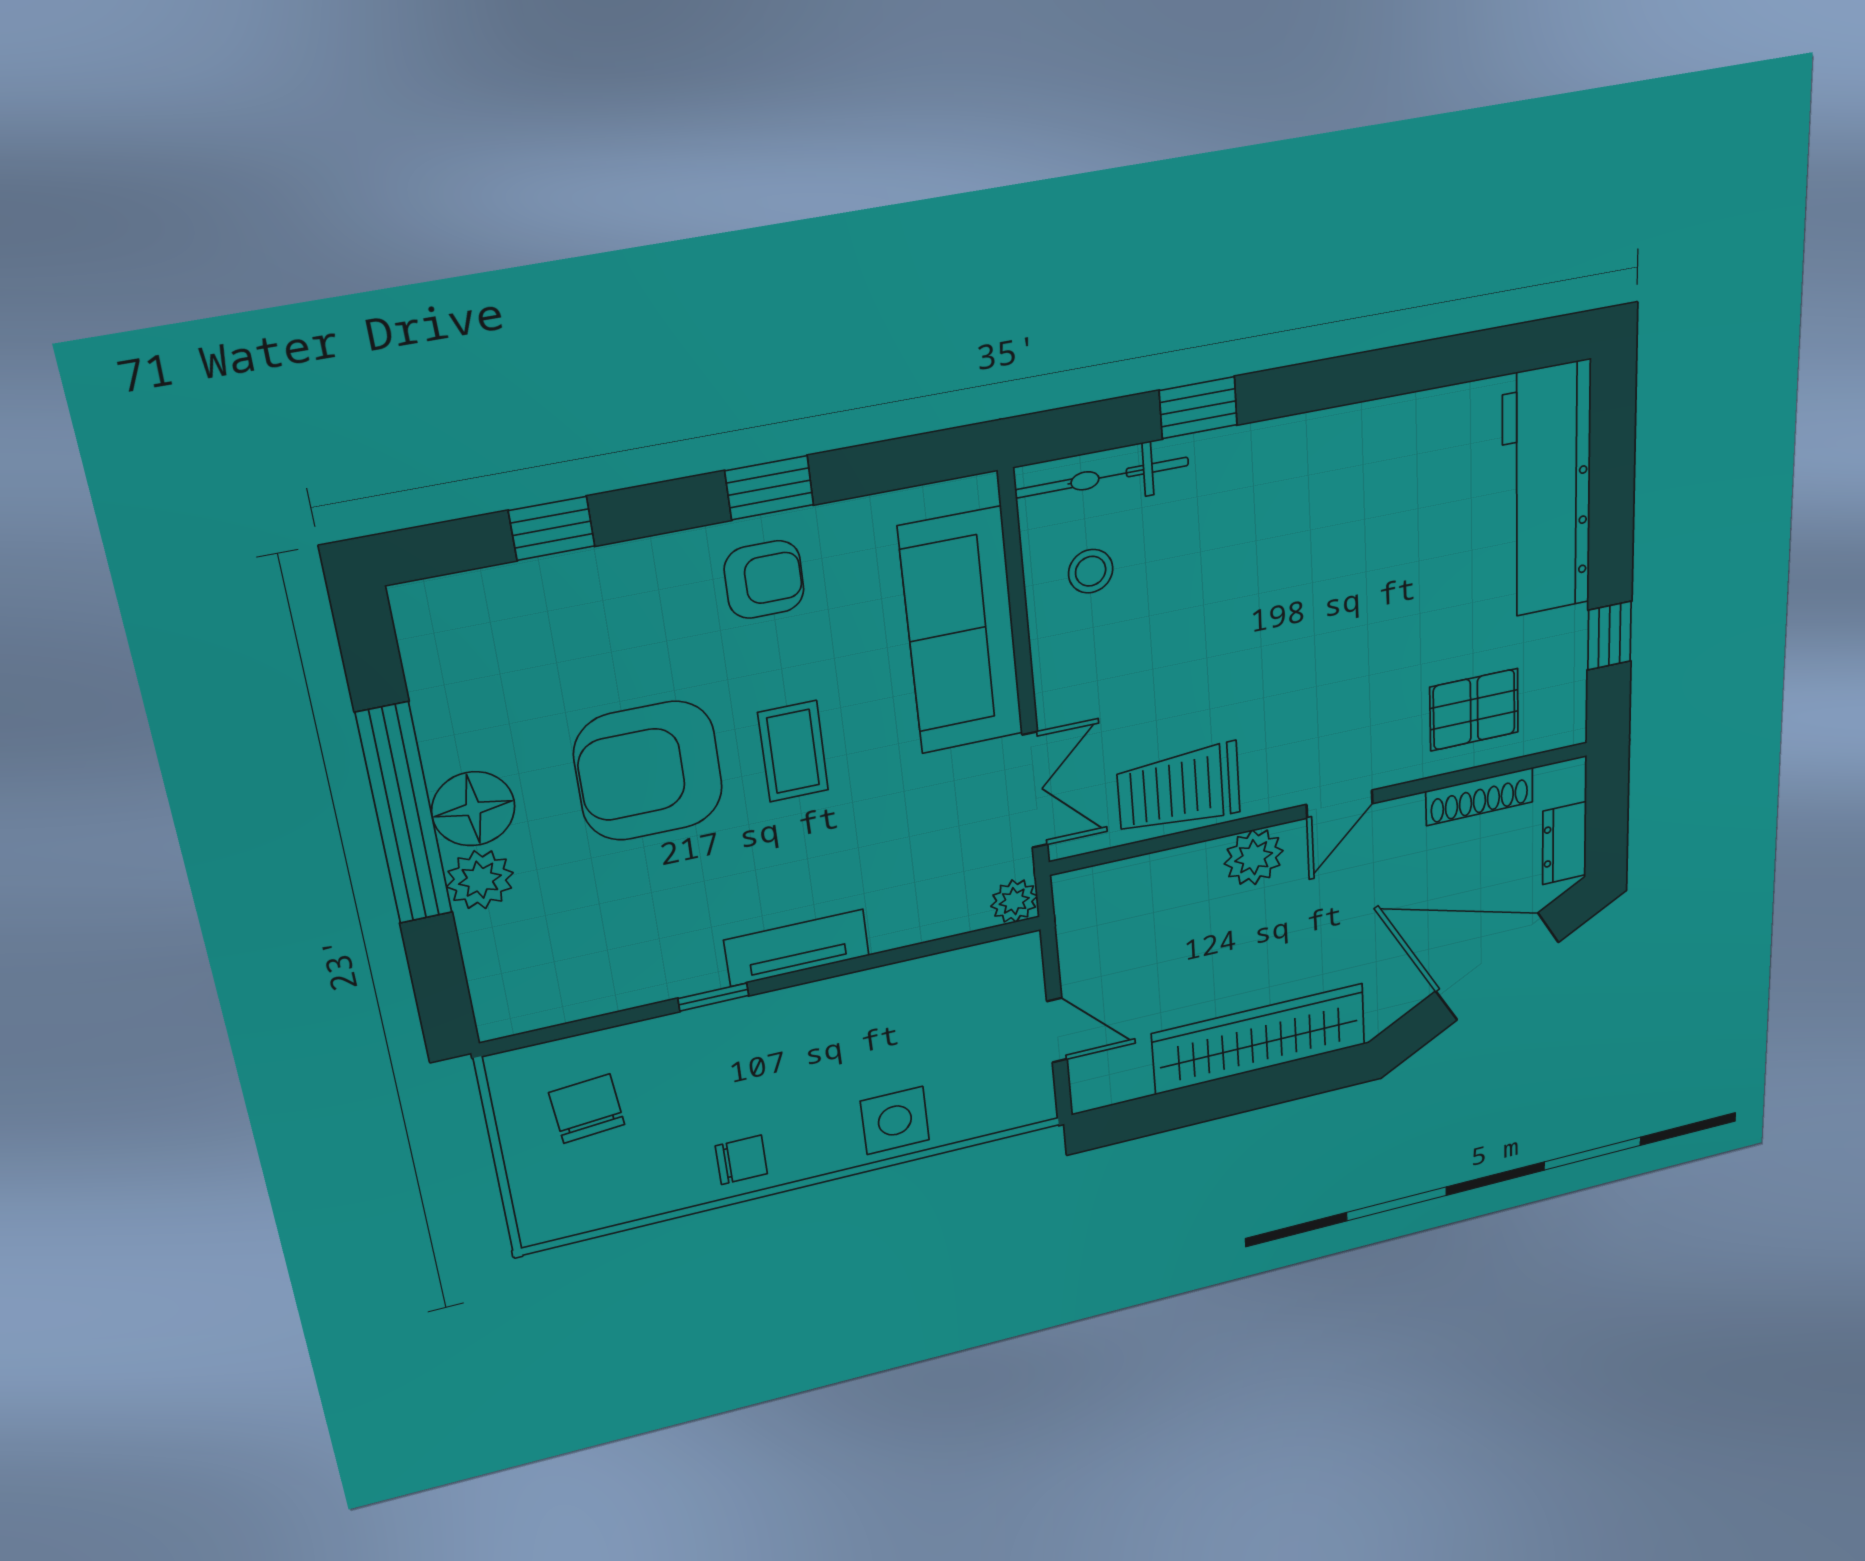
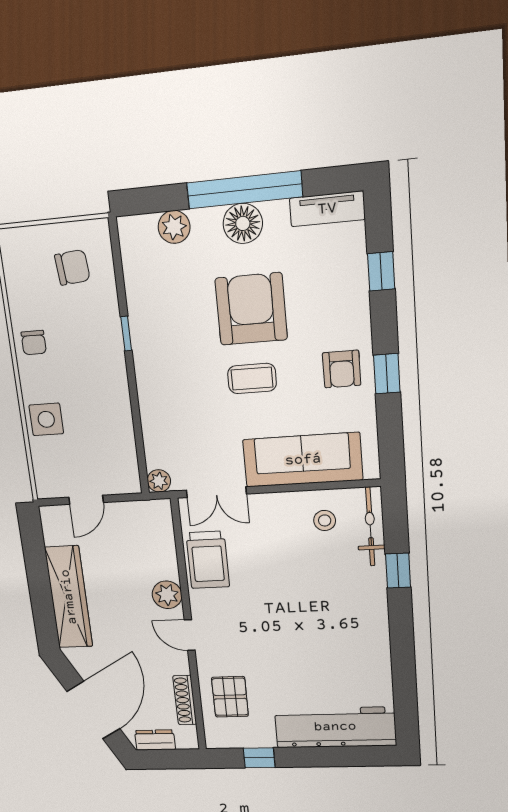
trolley: (1179, 789) -> (208, 560), turned 180
plant: (480, 880) -> (174, 227), moved
tv unit: (797, 948) -> (327, 209), moved, turned 90

